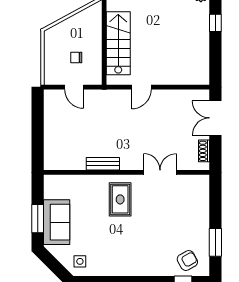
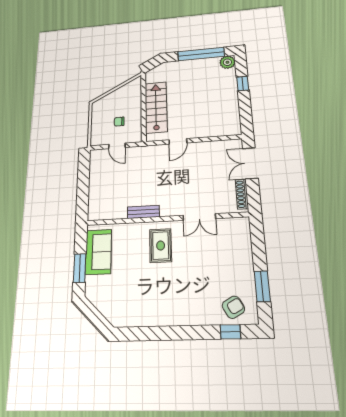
shoe rack: (204, 151) -> (242, 194), width x1.43
double door: (160, 172) -> (199, 217), swing flipped
sofa: (57, 222) -> (98, 252), moved
side table: (80, 261) -> (120, 311), removed

